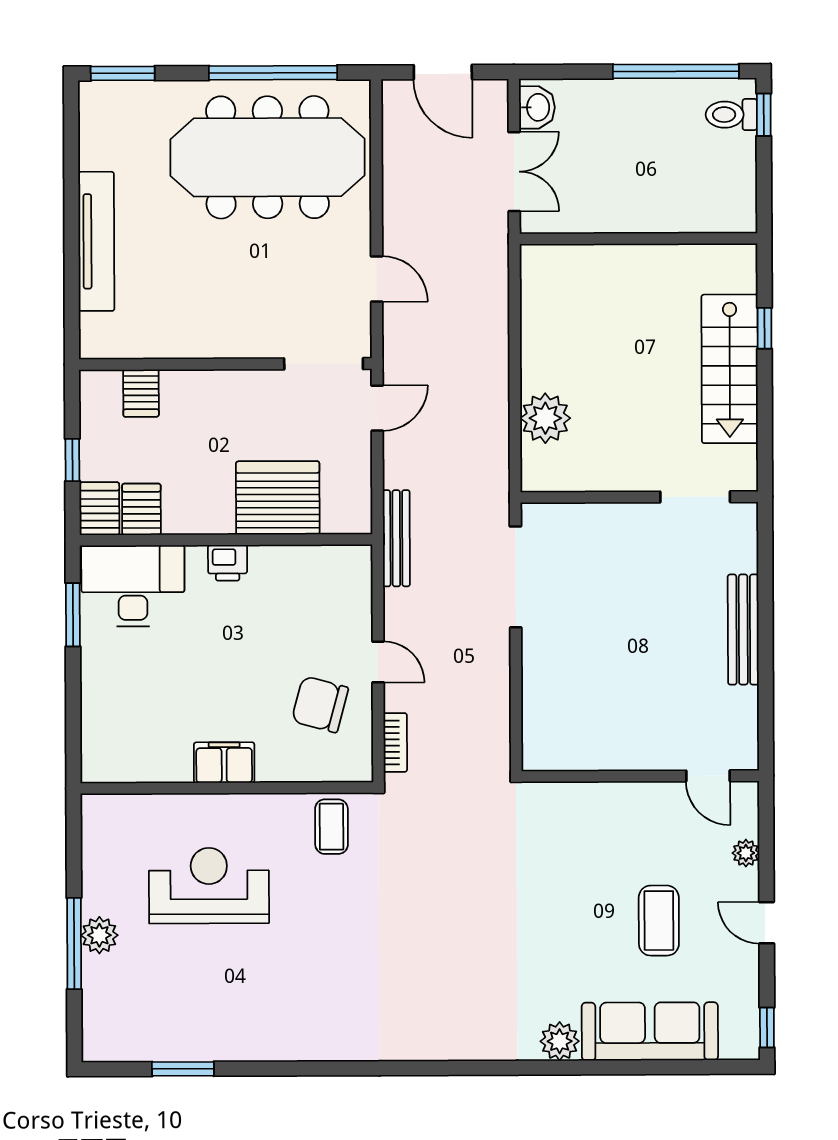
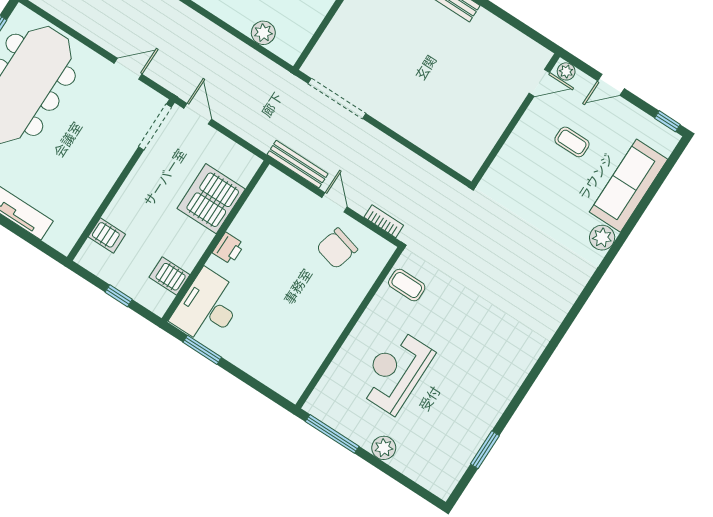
plant: (545, 418) -> (263, 33), width x0.73, depth x0.73
server rack: (99, 509) -> (154, 298), removed
bench: (396, 538) -> (298, 164), moved
door: (378, 662) -> (335, 202), hinge flipped
filing cabinet: (224, 763) -> (335, 320), removed
wall: (640, 776) -> (516, 119), moved
door: (708, 776) -> (539, 83), moved
coffee table: (659, 921) -> (572, 142), width x0.73, depth x0.77
window: (74, 944) -> (332, 434), moved

